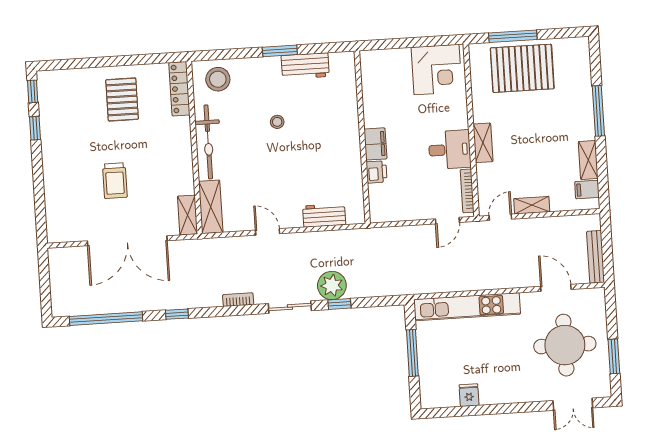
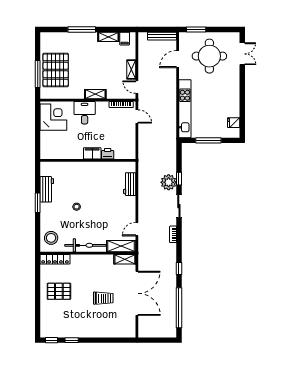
desk: (450, 150) -> (85, 113), moved
door: (268, 232) -> (137, 229), moved
window: (614, 356) -> (196, 30), moved
fridge: (469, 395) -> (234, 123), moved

